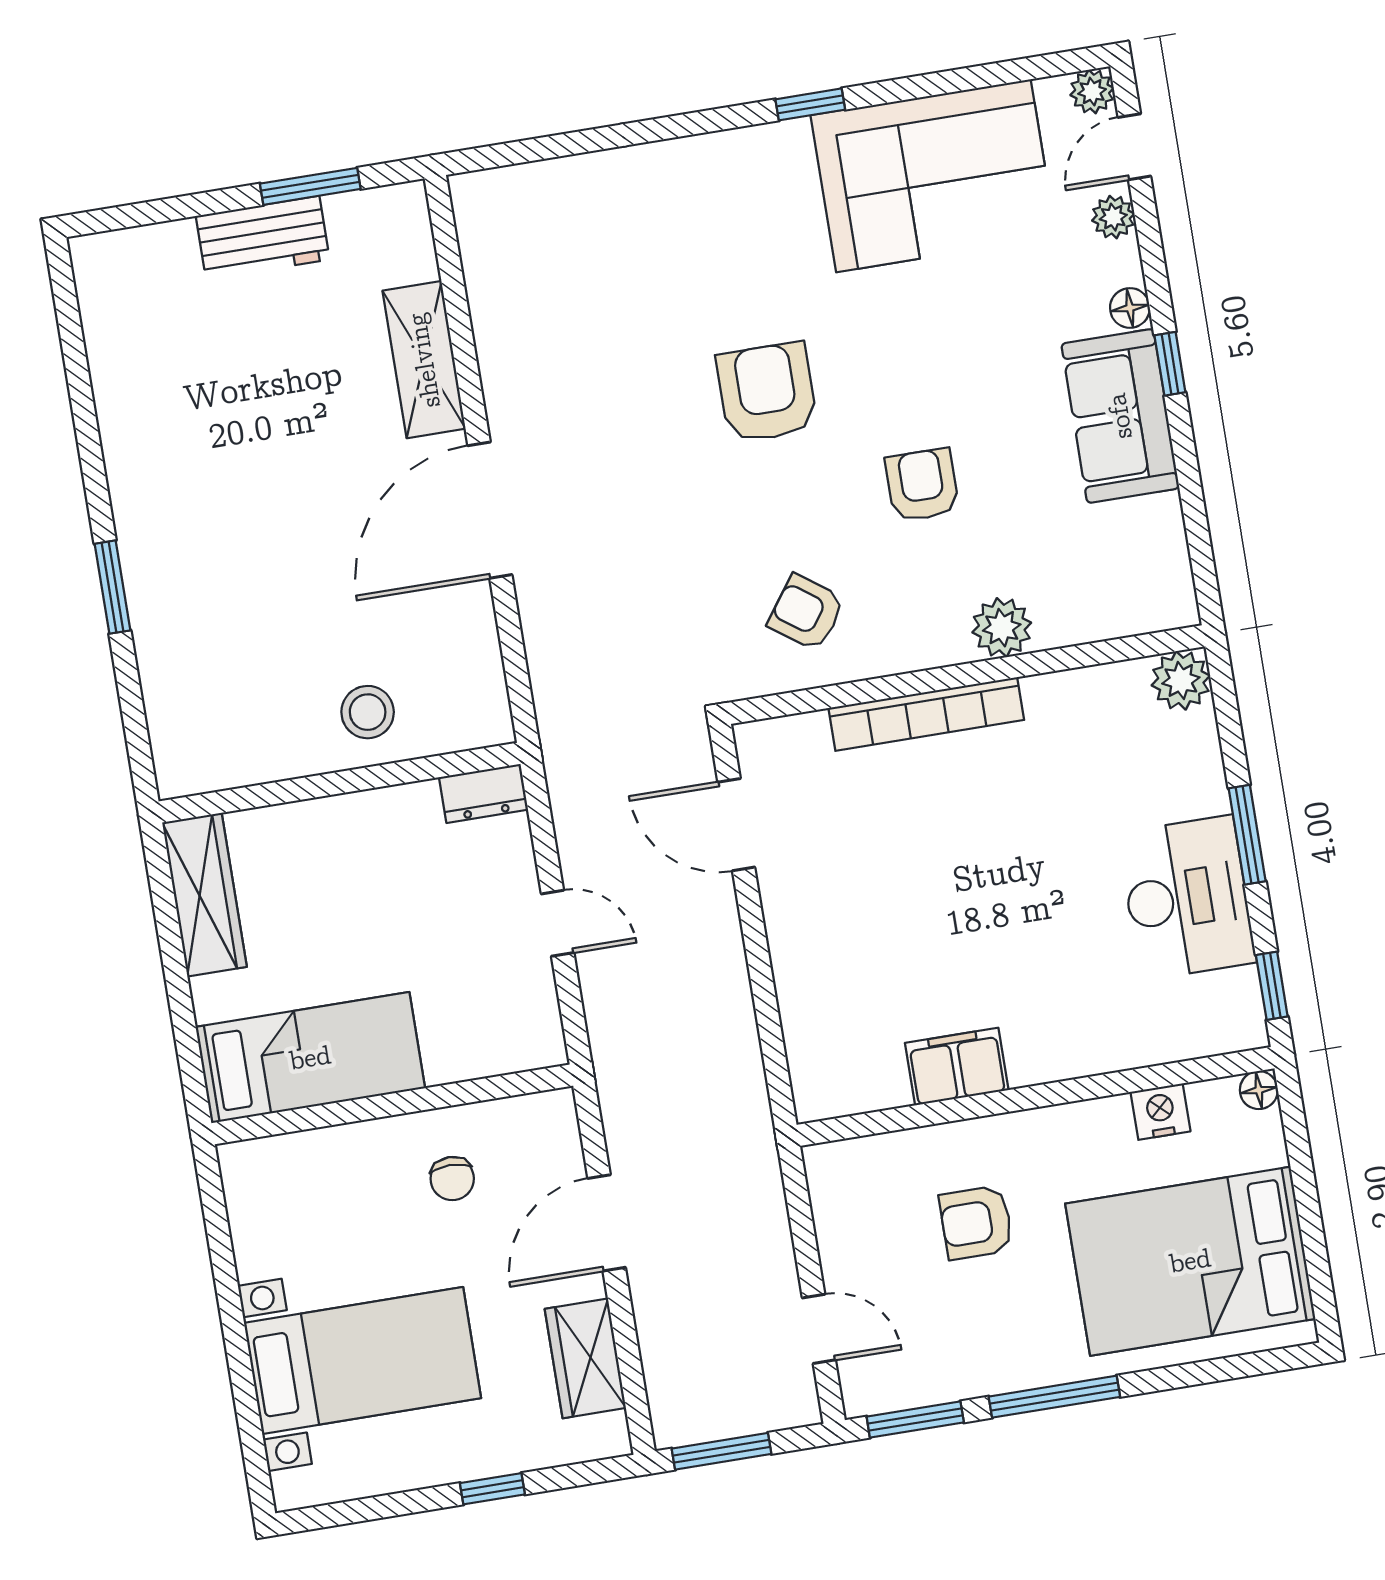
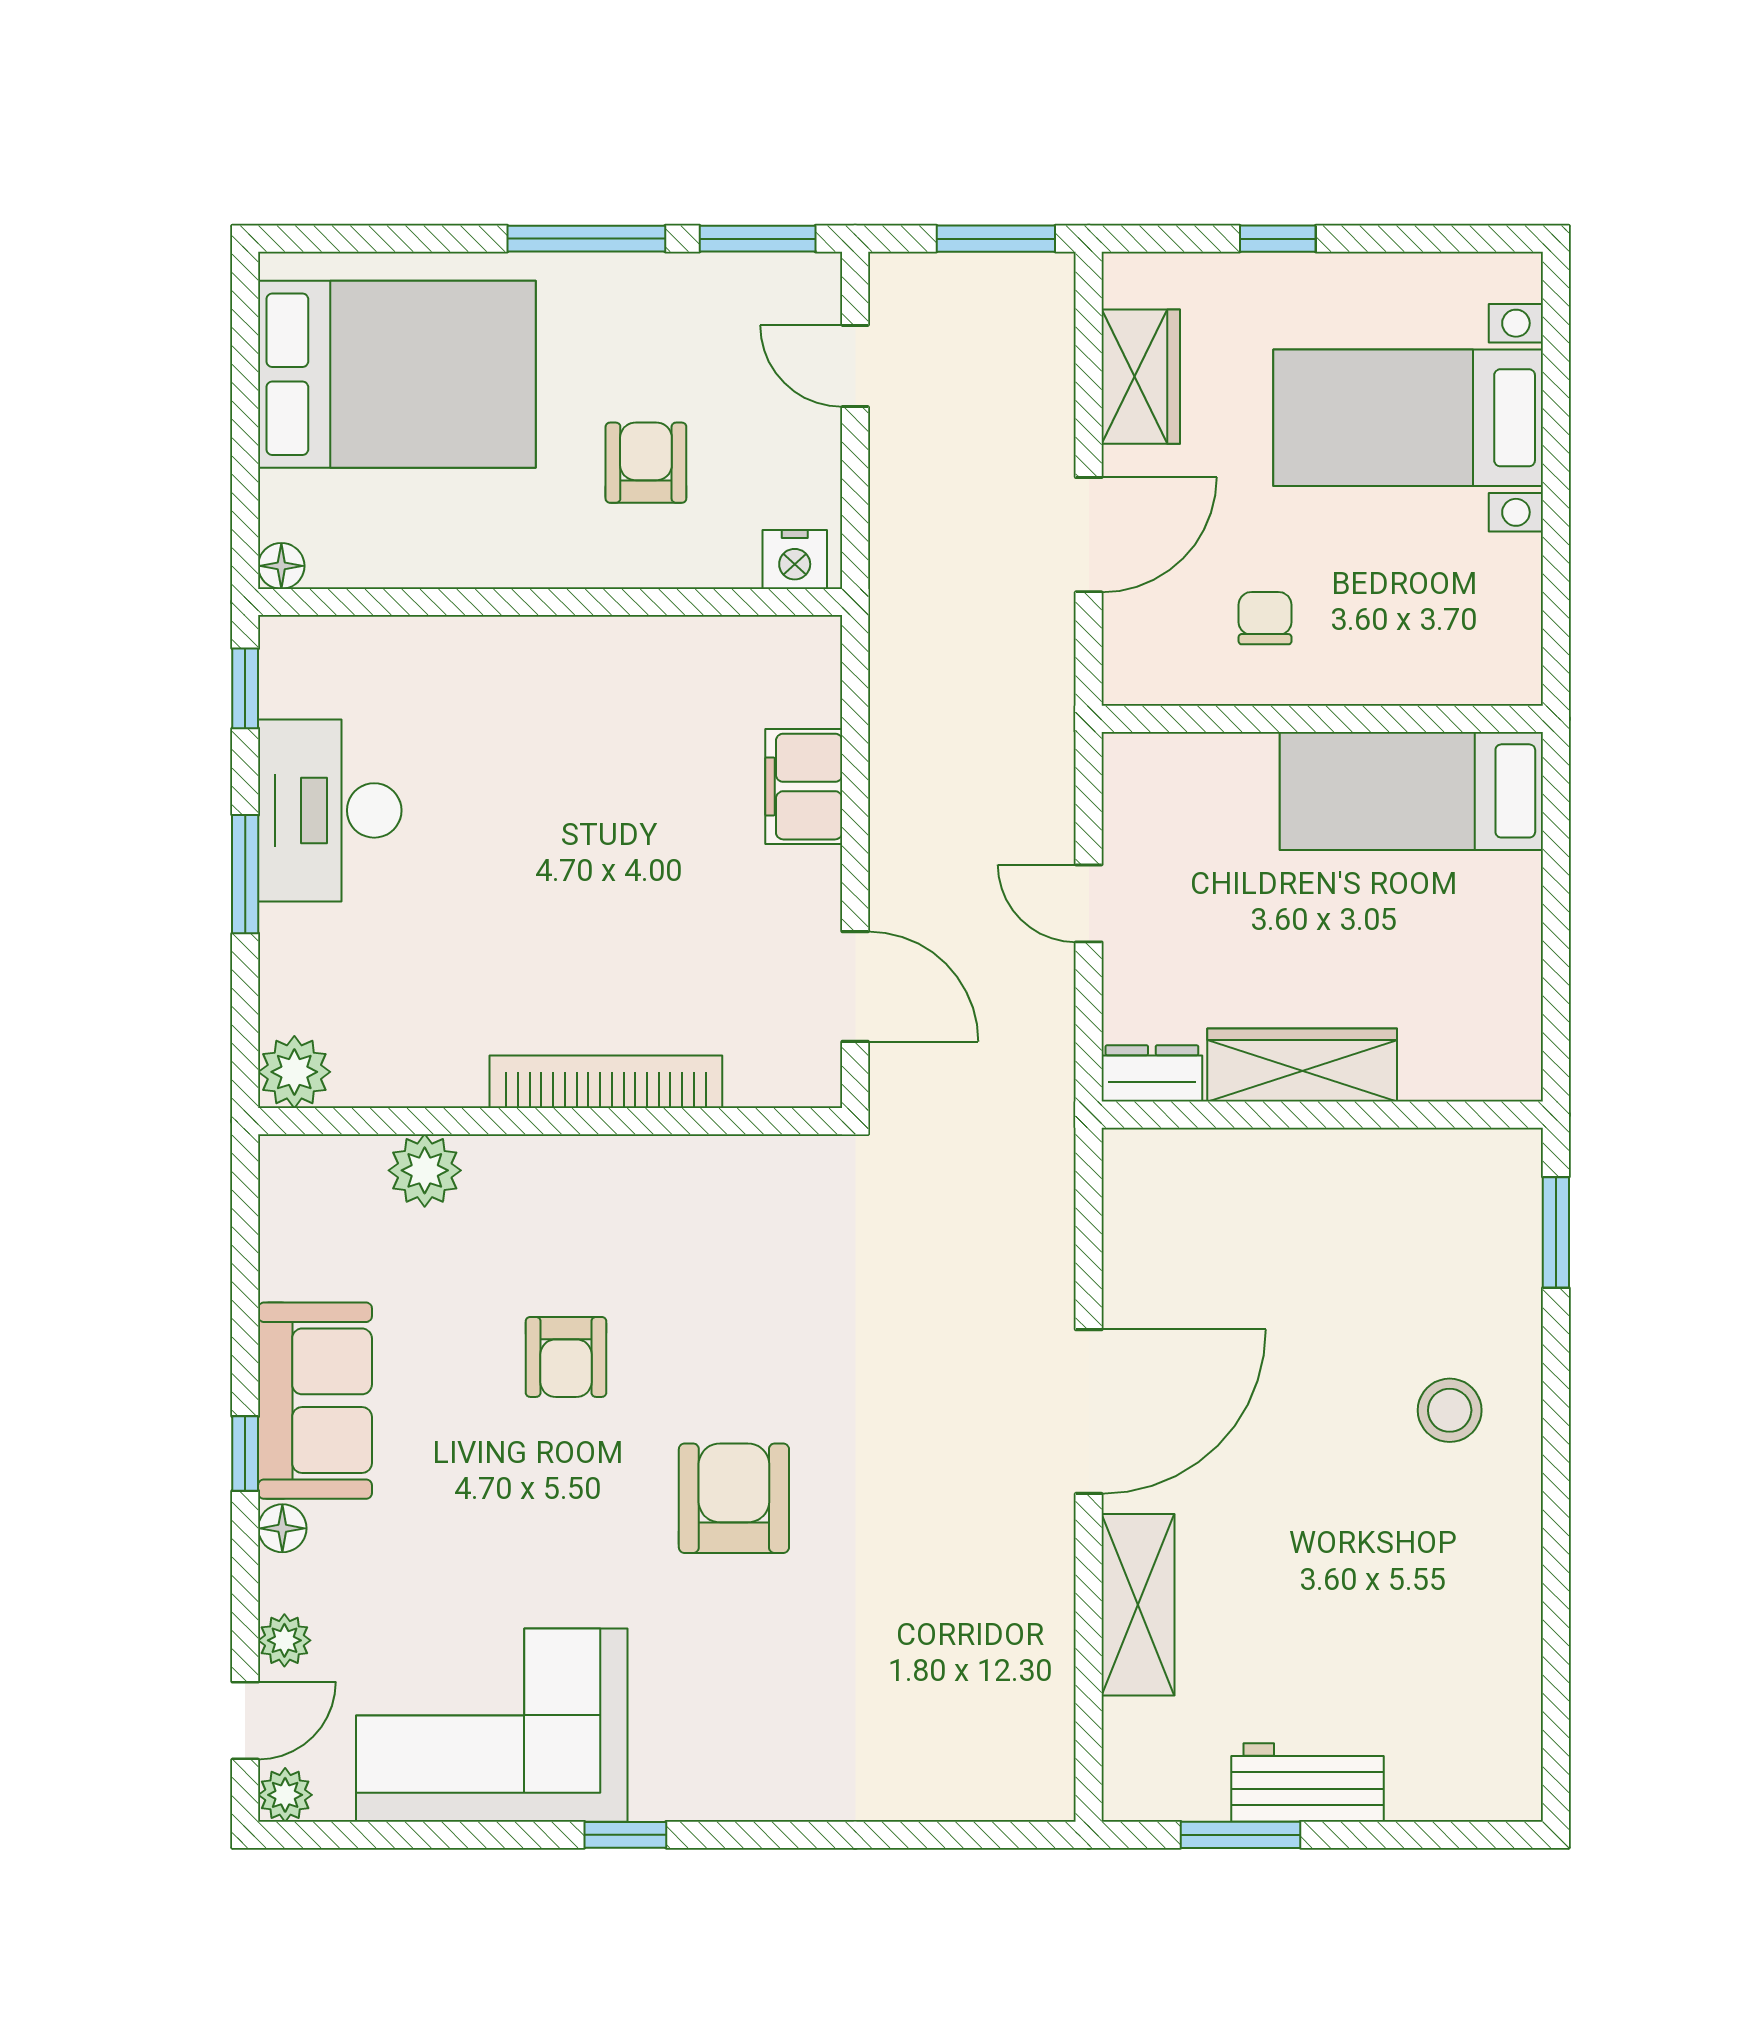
armchair: (767, 392) -> (734, 1498), turned 180
window: (113, 587) -> (1556, 1232), moved
armchair: (806, 612) -> (730, 1227), removed
plant: (1002, 628) -> (425, 1170), moved
stool: (368, 712) -> (1450, 1410), moved
wardrobe: (204, 895) -> (1302, 1065), moved, turned 90
filing cabinet: (957, 1067) -> (804, 787), moved, turned 90
nightstand: (1160, 1112) -> (795, 559), moved
armchair: (976, 1223) -> (646, 463), turned -90

